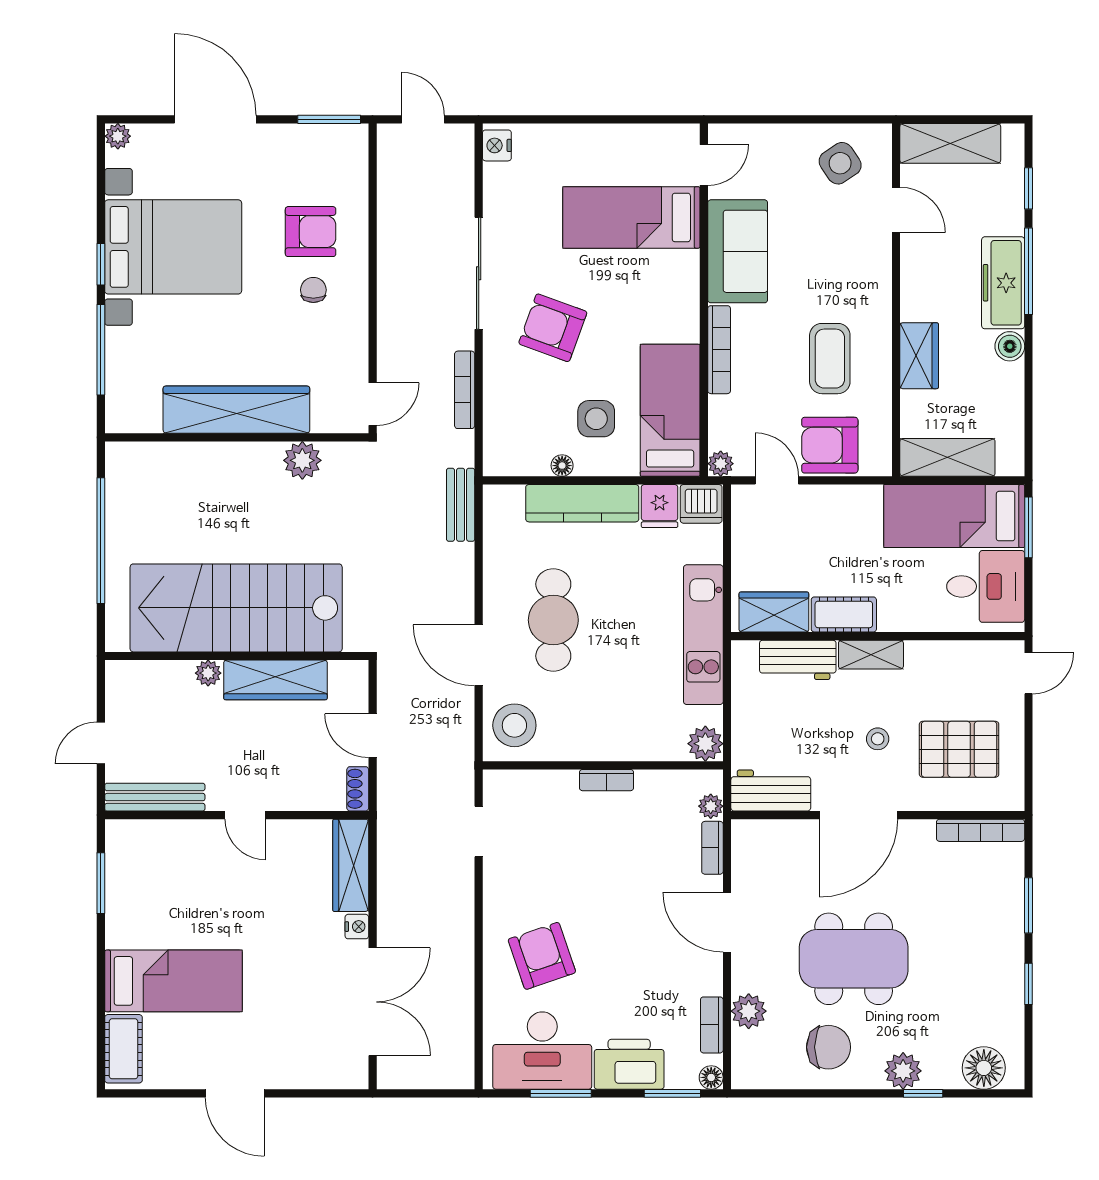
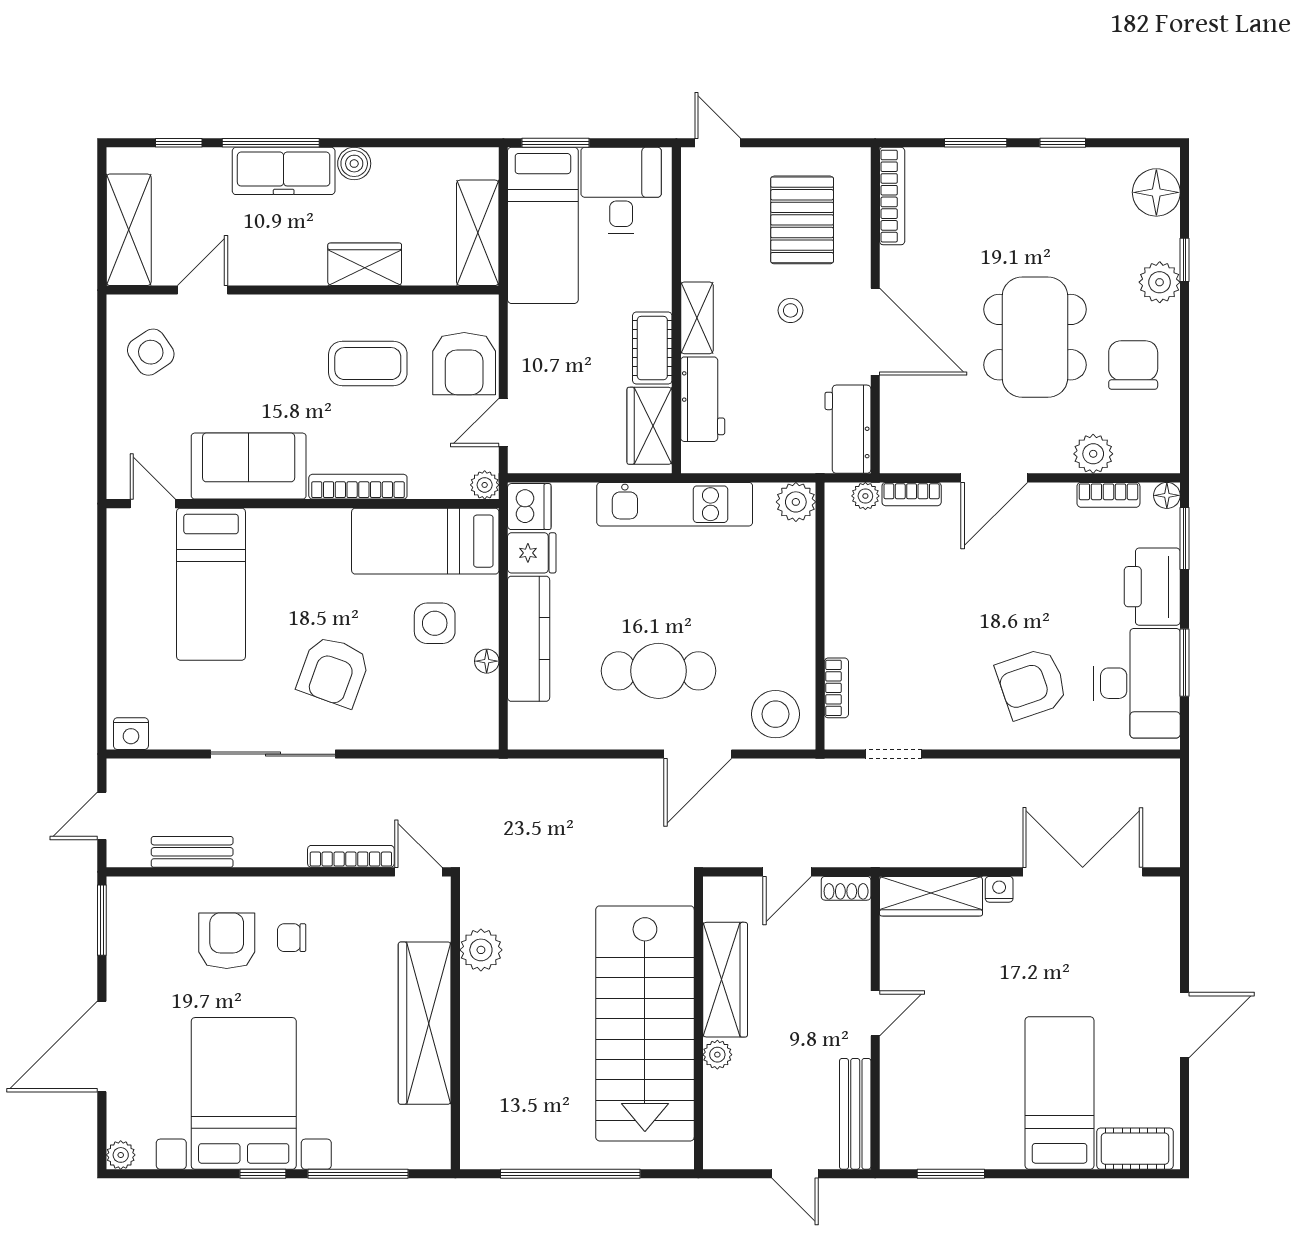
bookcase: (465, 390) -> (351, 856), moved, turned 180
bench: (461, 505) -> (192, 852), moved
bookcase: (607, 780) -> (836, 688), moved

